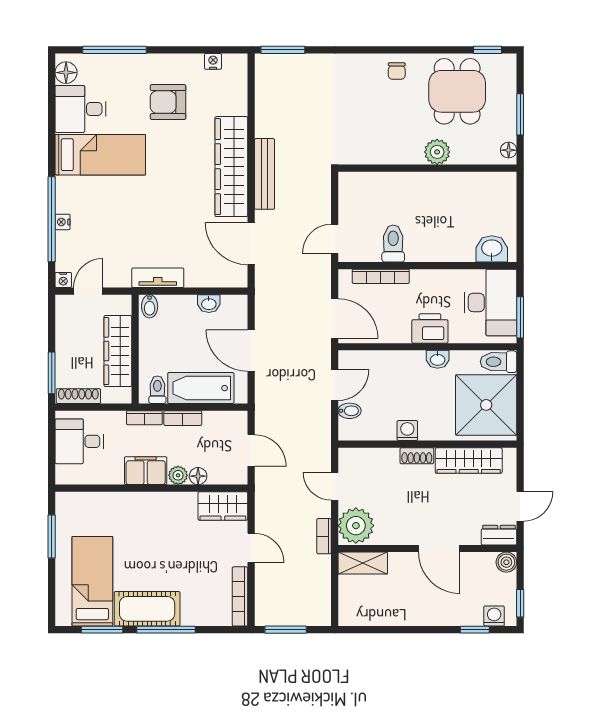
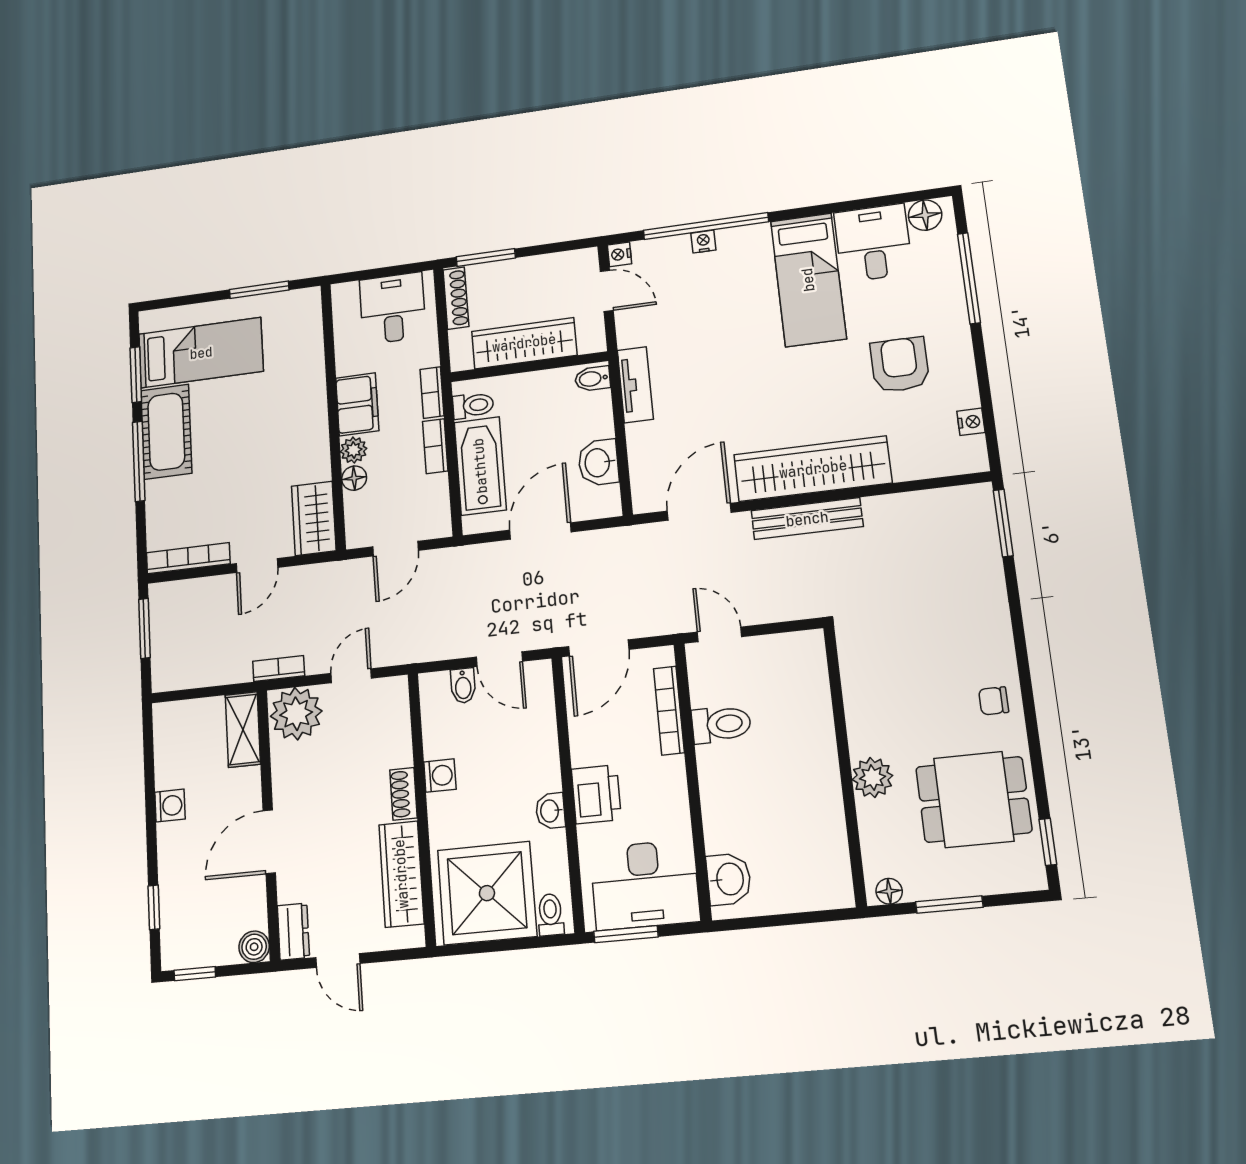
washbasin: (209, 304) -> (598, 463), width x1.38, depth x1.45
toilet: (499, 362) -> (550, 915), width x0.73, depth x0.72
washing machine: (494, 616) -> (170, 806), moved

